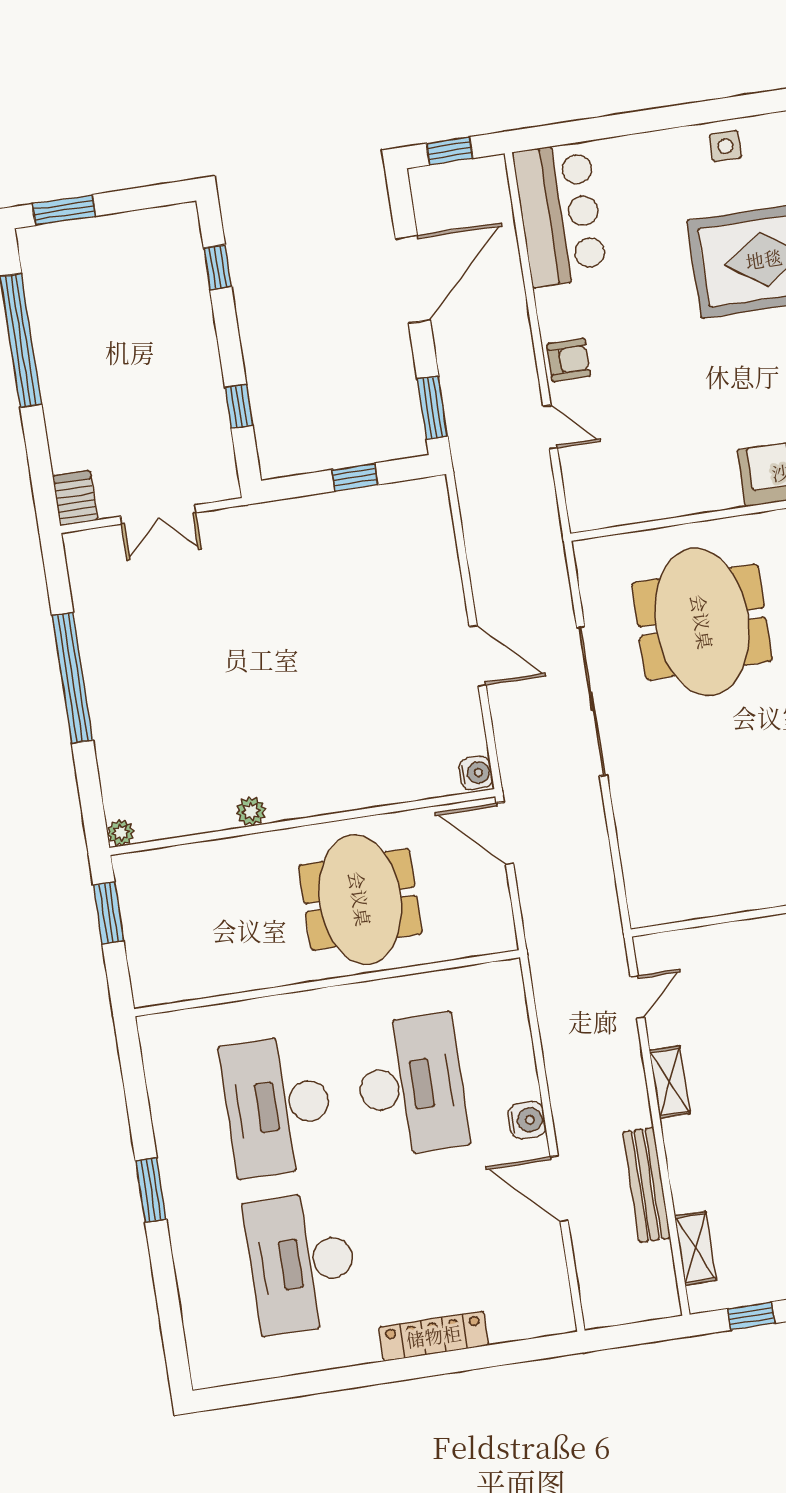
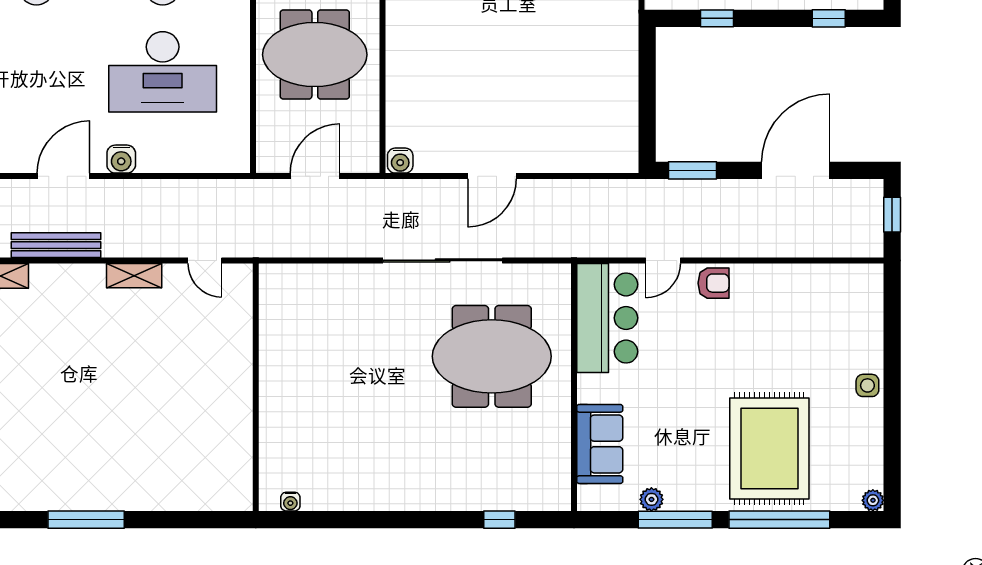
side table: (725, 146) -> (867, 385), moved
bar counter: (560, 214) -> (607, 318), moved, turned -90
door: (413, 279) -> (796, 170), swing flipped
armchair: (569, 360) -> (714, 283), turned -90
window: (355, 477) -> (647, 101), removed
door: (505, 834) -> (315, 176), moved

